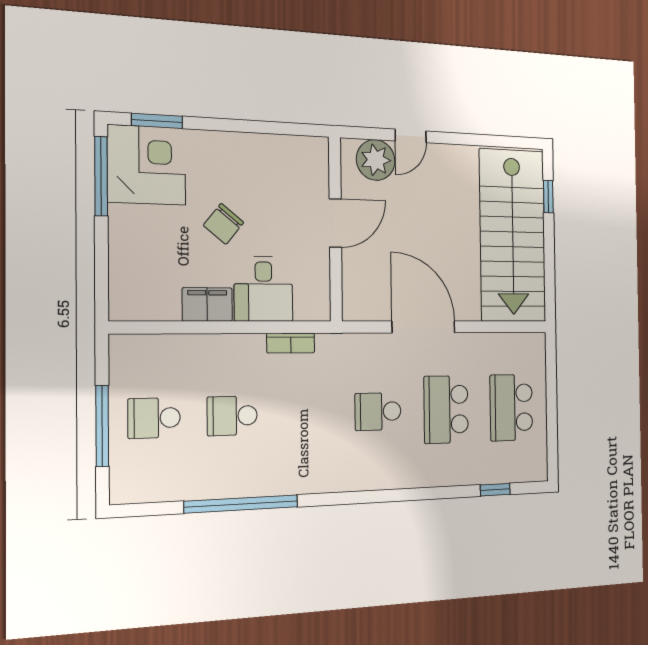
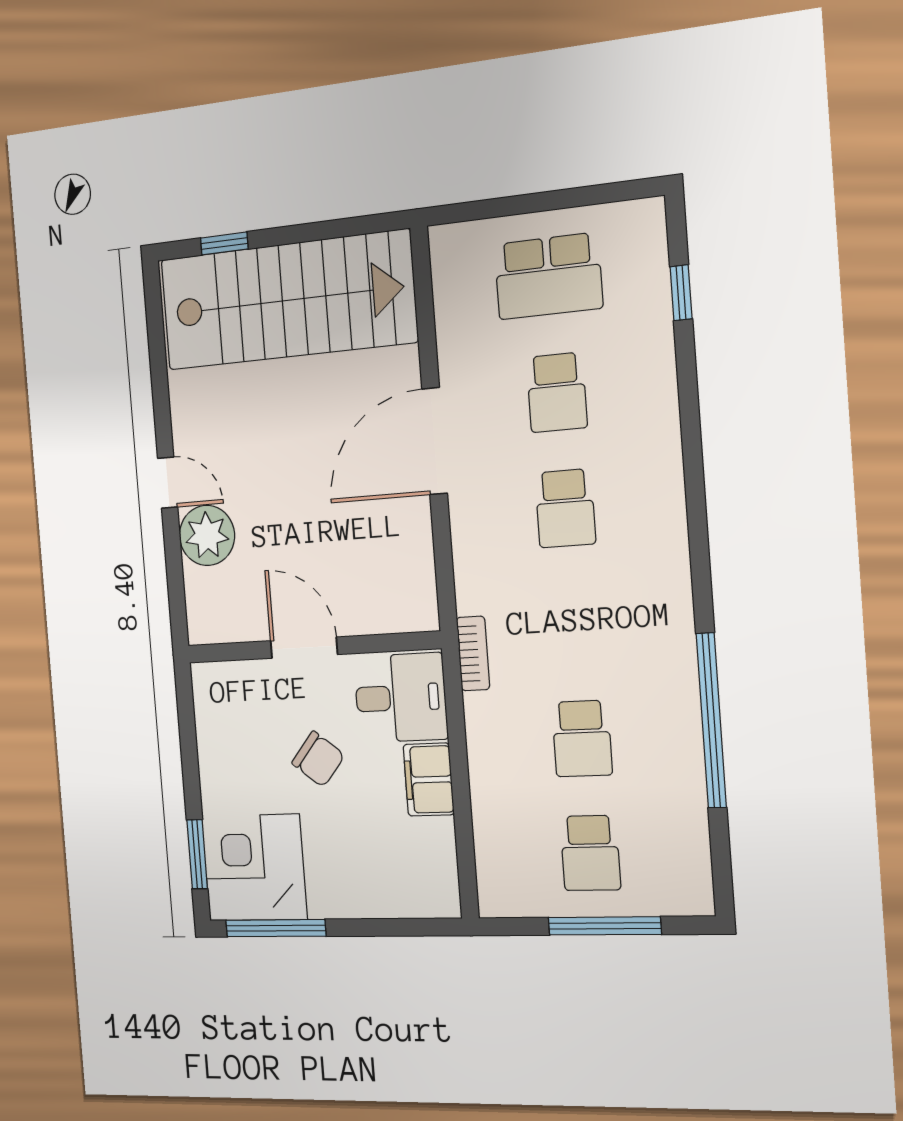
door: (335, 223) -> (304, 648), moved
wall: (335, 229) -> (312, 647), moved
school desk: (446, 409) -> (557, 392), width x0.54

